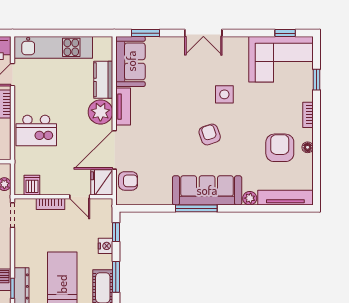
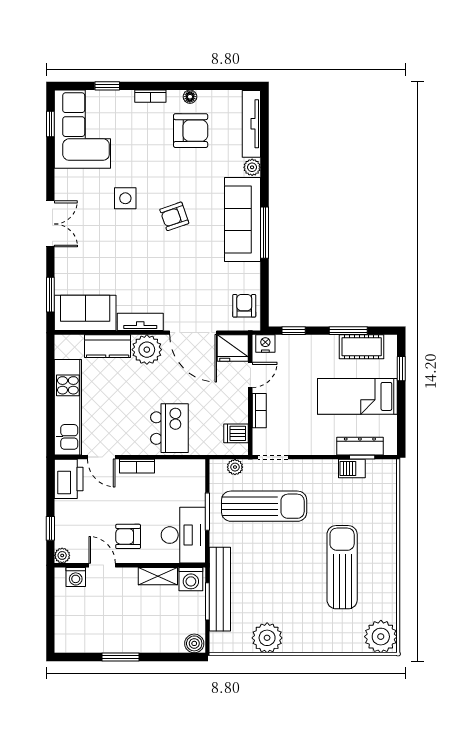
armchair: (280, 148) -> (191, 131), turned 180
armchair: (128, 181) -> (244, 306), moved
nightstand: (105, 246) -> (265, 344), moved

